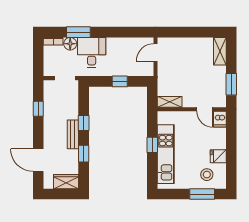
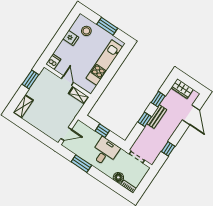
window: (78, 32) -> (81, 164), moved
desk: (92, 52) -> (105, 152), moved, turned 180
door: (205, 109) -> (67, 81), moved
window: (152, 145) -> (109, 75), removed
window: (202, 194) -> (107, 26), moved

